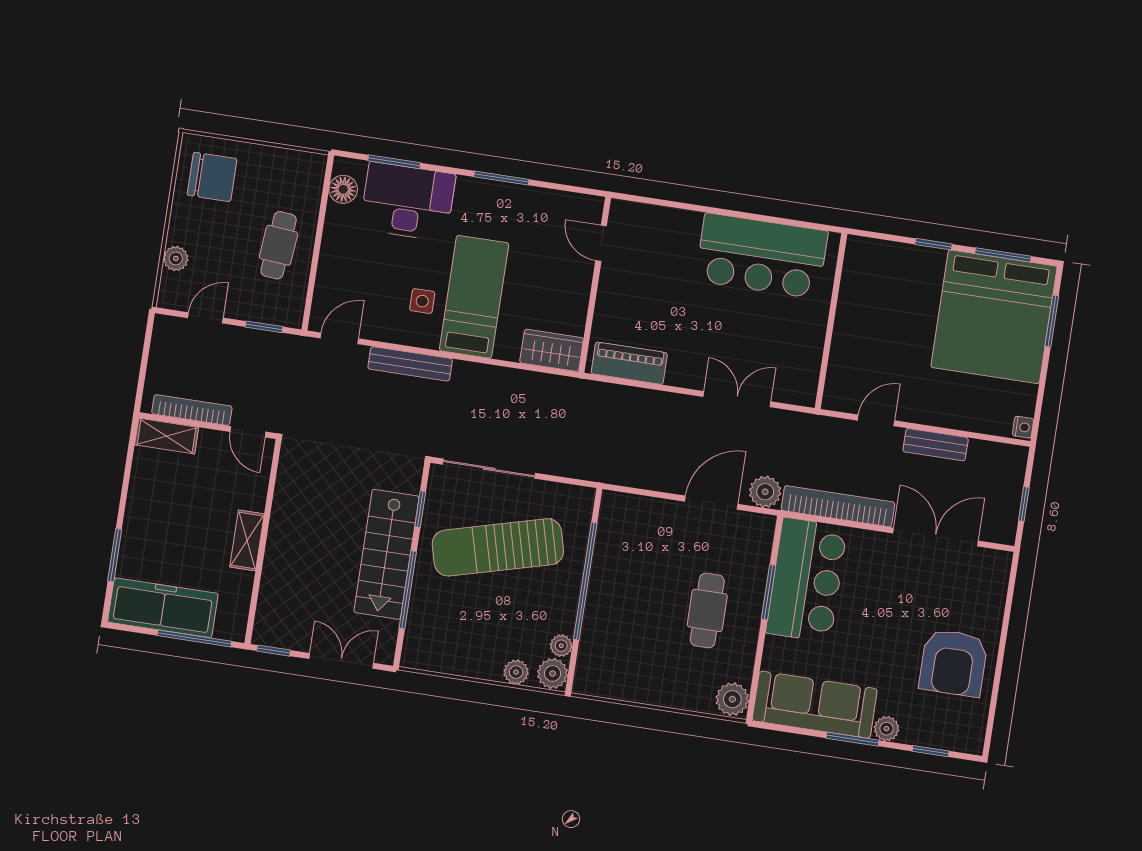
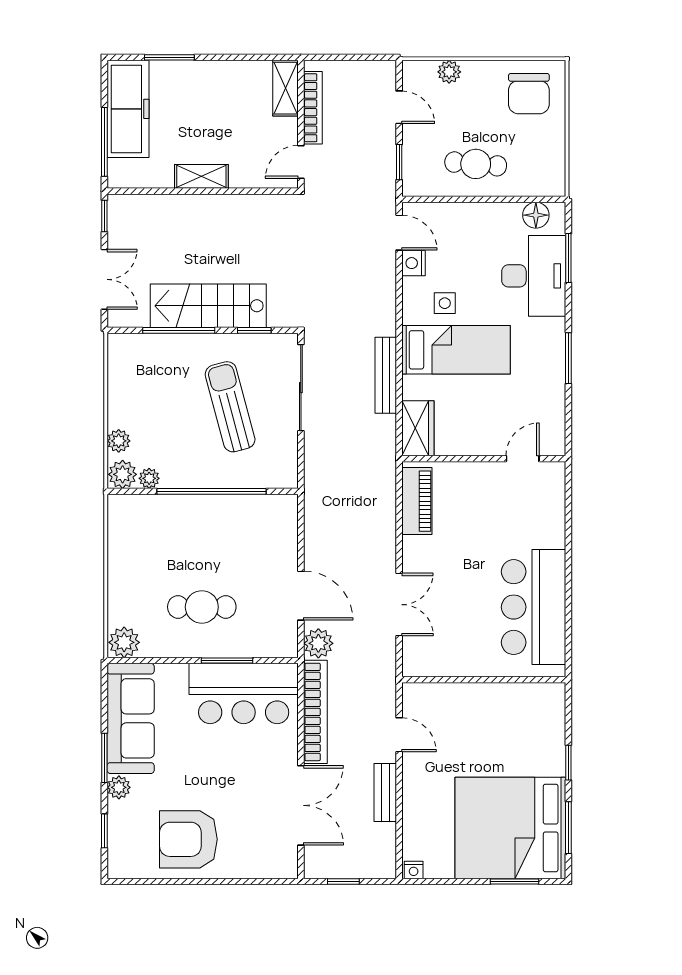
nightstand: (374, 328) -> (414, 263), added
bench: (410, 364) -> (386, 375), moved
sun lounger: (498, 547) -> (230, 407), width x0.73, depth x0.75

